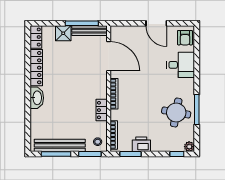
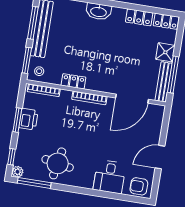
locker: (36, 68) -> (139, 17), width x0.66
window: (197, 110) -> (34, 183), moved
window: (131, 154) -> (17, 120), moved

